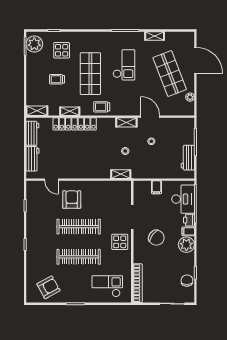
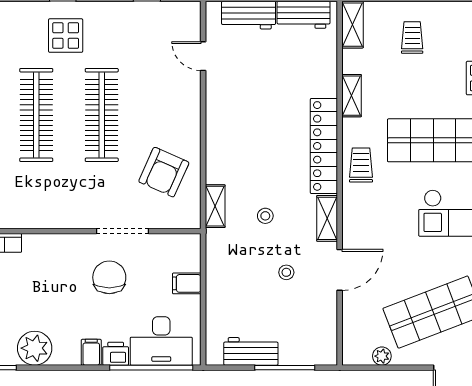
trolley: (57, 79) -> (412, 38), moved
locker: (75, 124) -> (324, 146), moved
door: (51, 180) -> (203, 56), hinge flipped
armchair: (72, 200) -> (164, 172), moved, turned 114
chair: (156, 238) -> (109, 277), moved, turned 144
display table: (120, 242) -> (66, 36), moved
plant: (186, 245) -> (35, 348), moved

